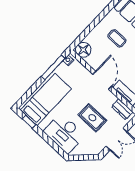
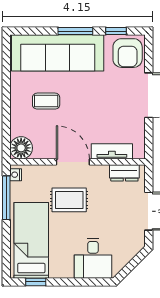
rug: (92, 118) -> (69, 200), moved
desk: (64, 133) -> (93, 258), width x0.73

